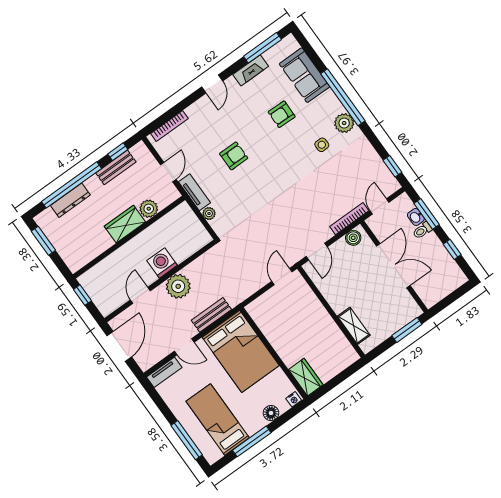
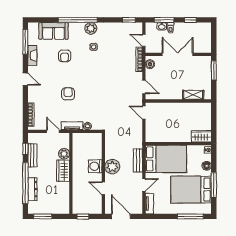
bed: (218, 420) -> (191, 190), width x1.50

